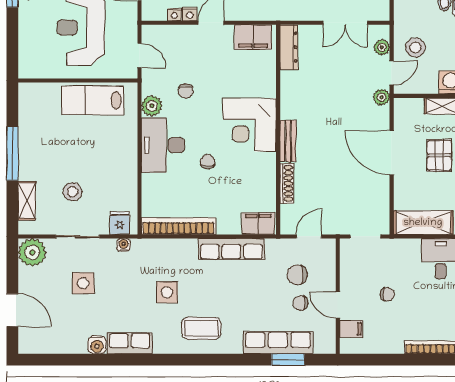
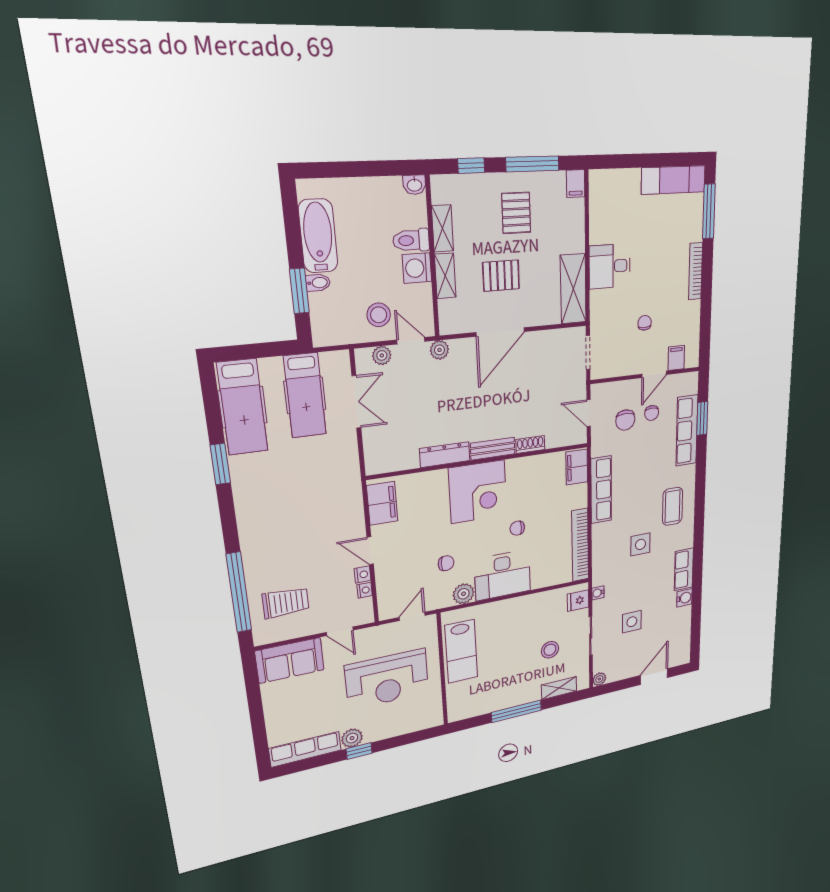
dresser: (289, 47) -> (445, 455), moved
shoe rack: (287, 183) -> (530, 444), width x0.70
plant: (32, 252) -> (599, 679), width x0.53, depth x0.53

